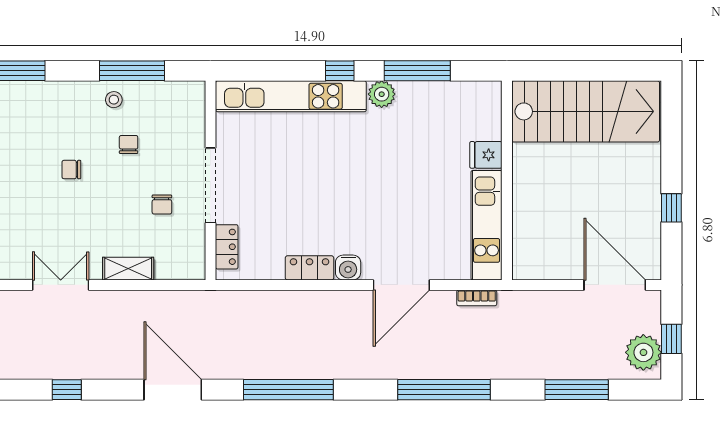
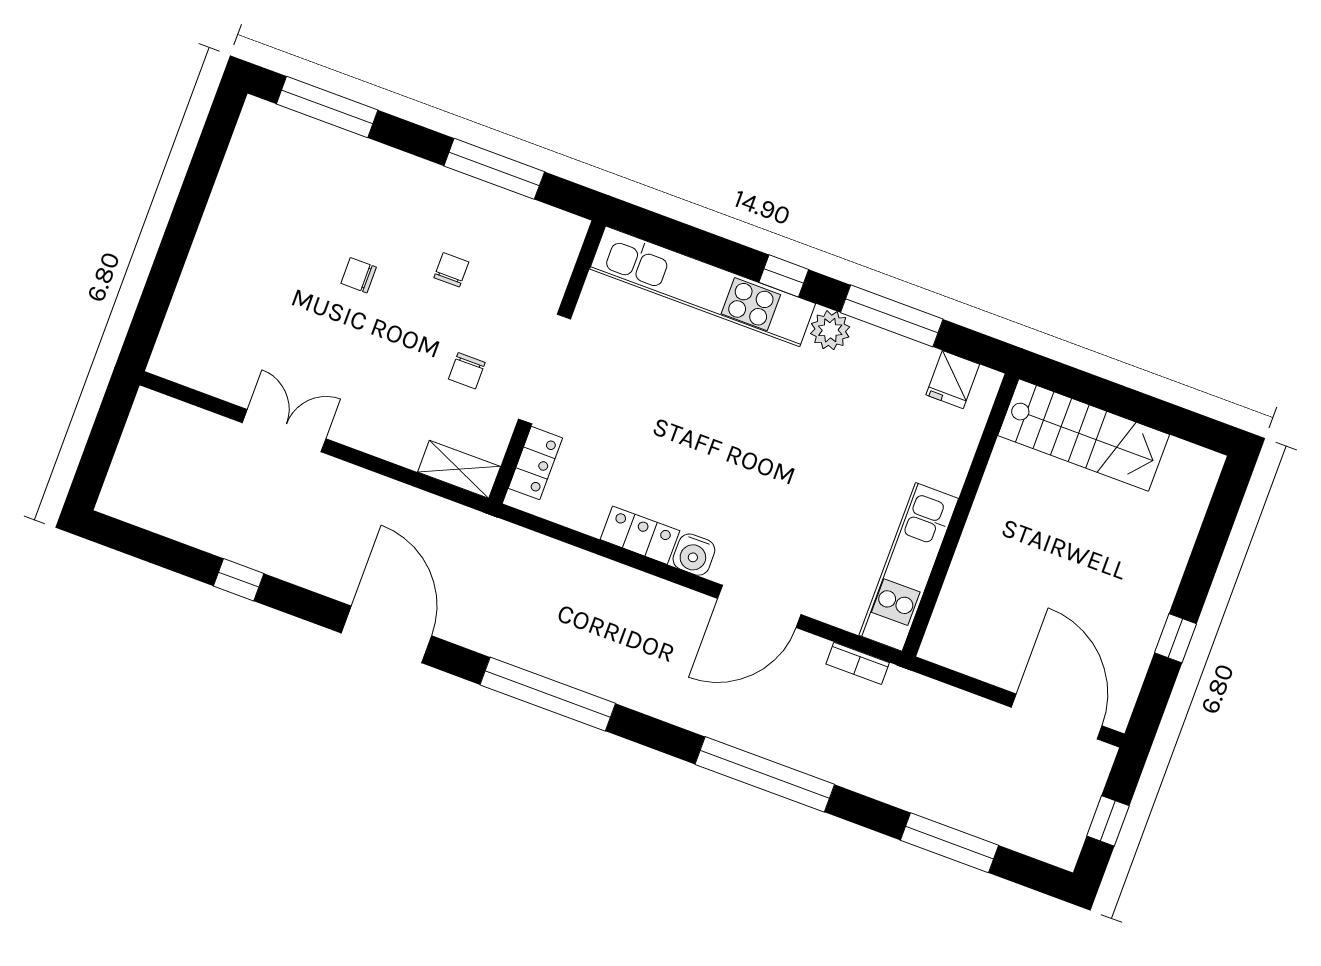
stool: (114, 100) -> (454, 200), removed
stairs: (586, 111) -> (1084, 435), width x0.73, depth x0.66
fridge: (486, 155) -> (953, 380), moved, turned -90
shelving: (128, 269) -> (459, 469), moved
plant: (643, 352) -> (1062, 825), removed

